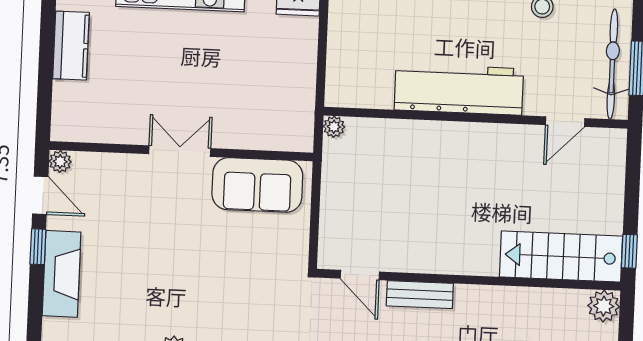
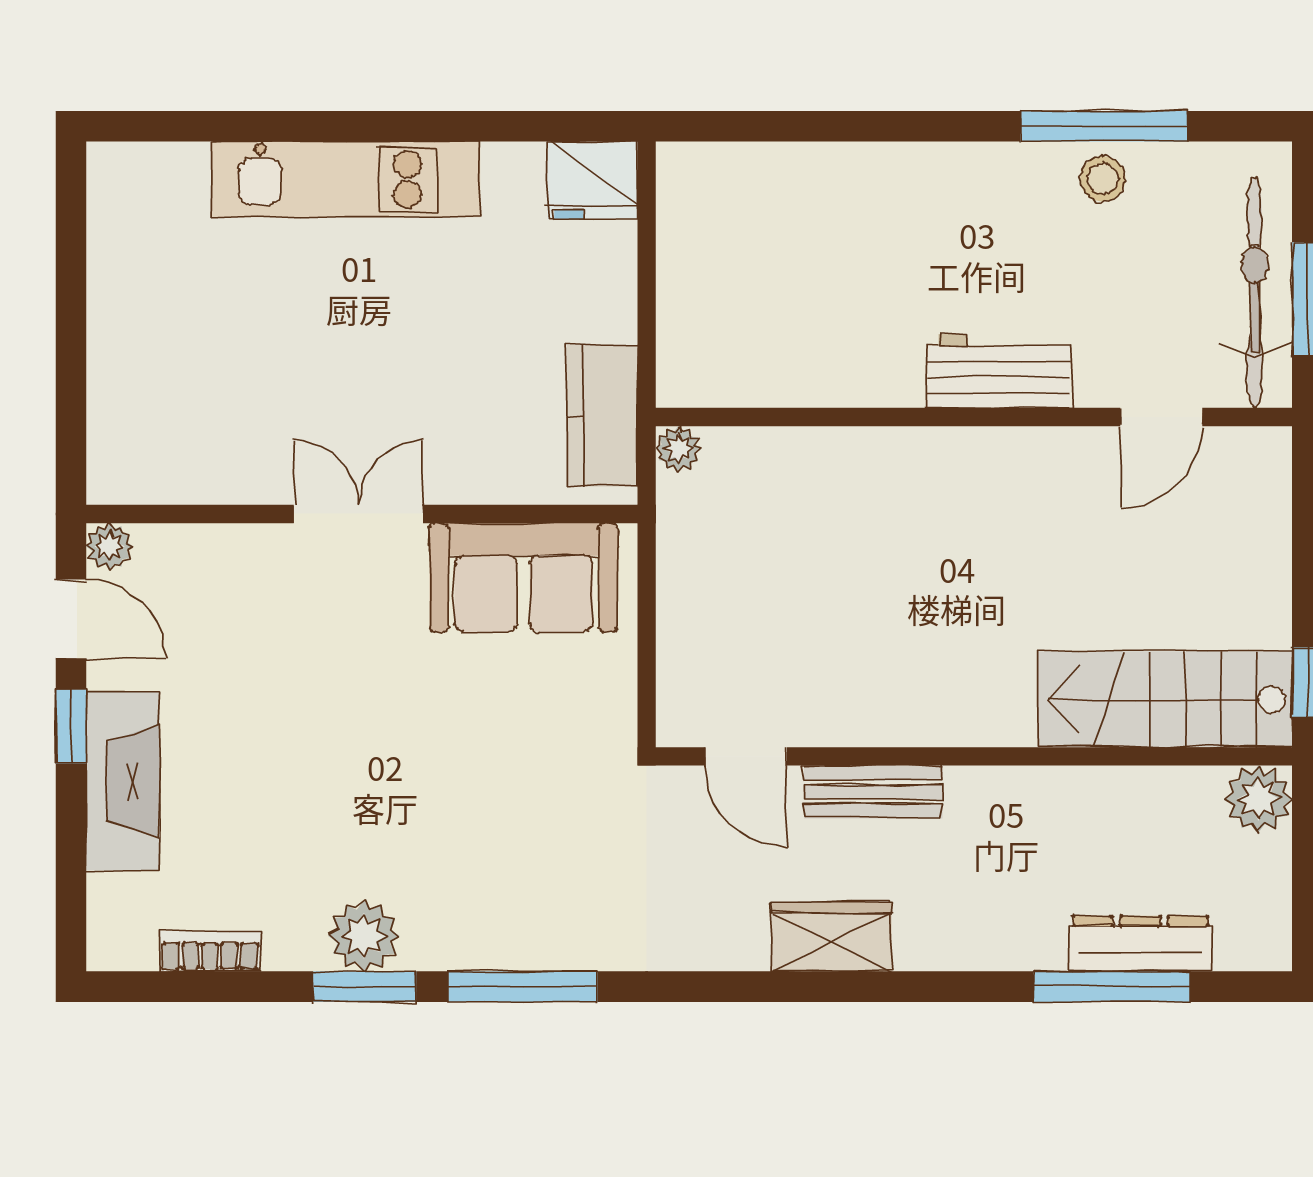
kitchen counter: (71, 46) -> (602, 416), moved, turned 180
workbench: (459, 89) -> (999, 371), width x0.53, depth x0.76

